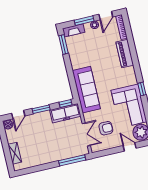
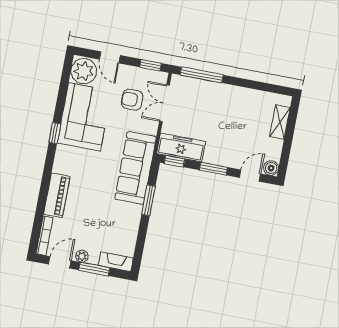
window: (64, 44) -> (148, 200), moved
window: (104, 153) -> (151, 65), added

